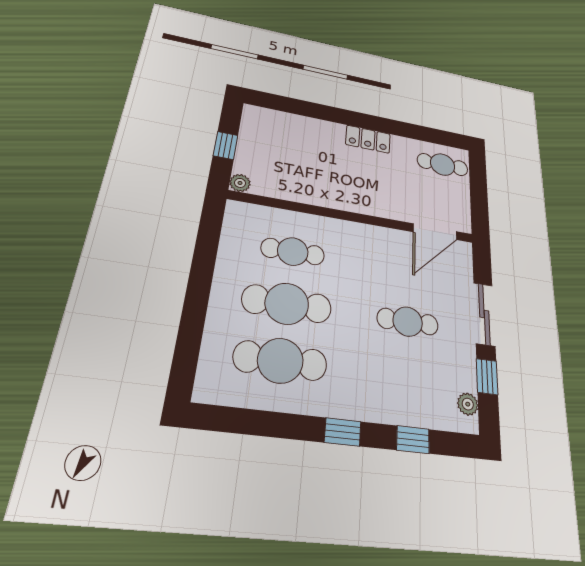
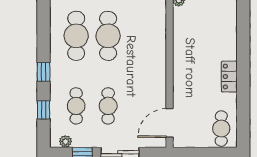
door: (435, 232) -> (170, 123), hinge flipped
cafe table: (293, 252) -> (76, 106), moved

